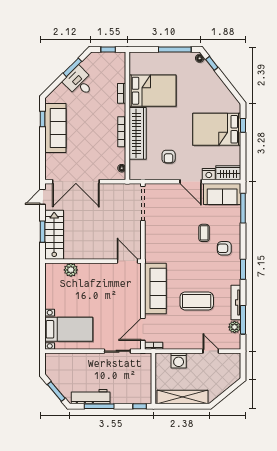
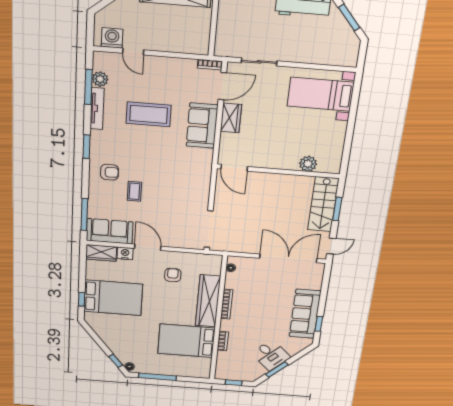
sofa: (155, 288) -> (202, 126), width x0.73
wardrobe: (134, 304) -> (231, 118), added
washing machine: (179, 361) -> (112, 38), moved

